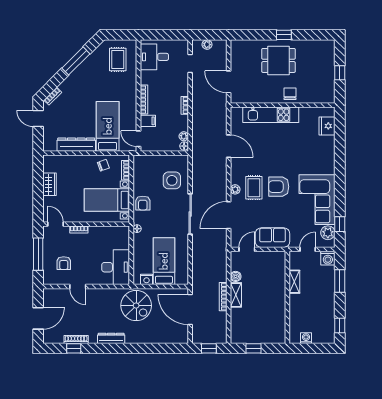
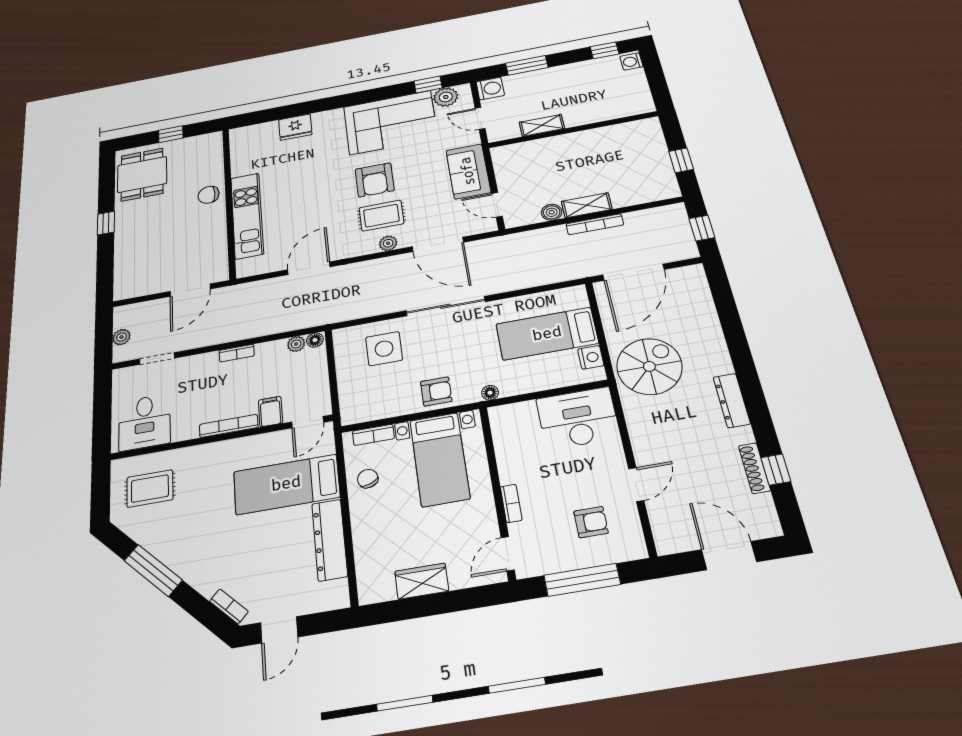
dining table: (278, 60) -> (142, 174), moved
fridge: (327, 126) -> (295, 127), moved
washing machine: (306, 338) -> (631, 62), moved

